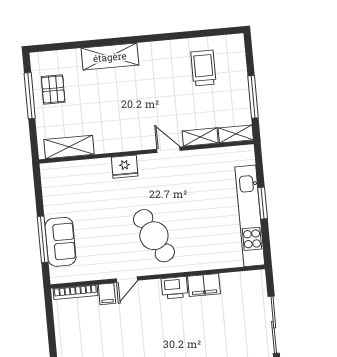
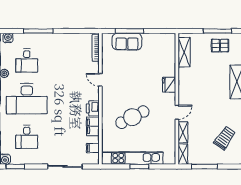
trolley: (203, 68) -> (225, 138), turned -55
cafe table: (154, 236) -> (132, 117), moved
filing cabinet: (107, 294) -> (93, 148), moved

